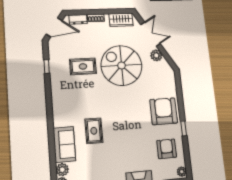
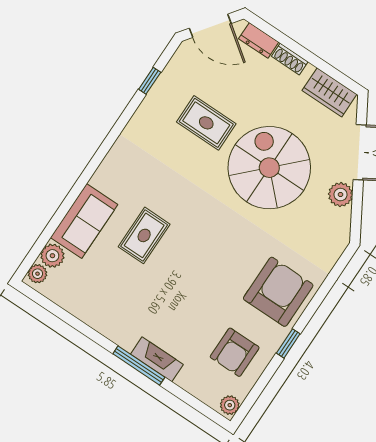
armchair: (167, 149) -> (235, 352), turned 180

